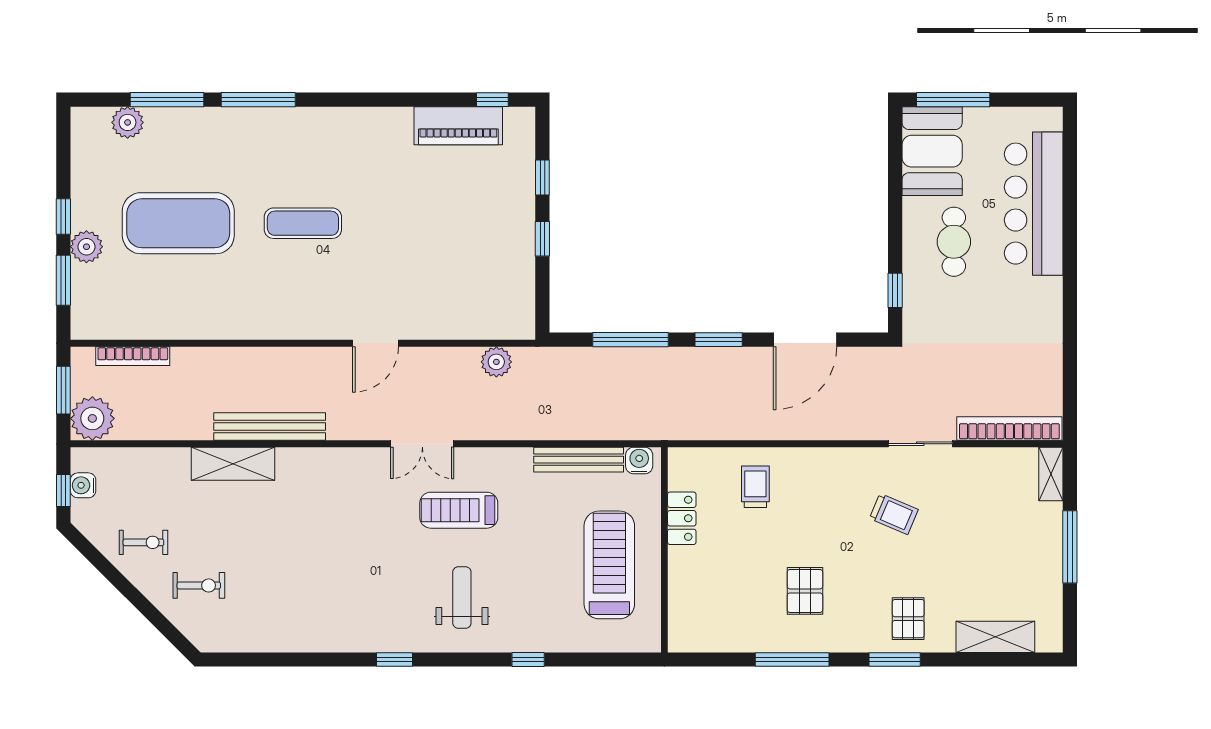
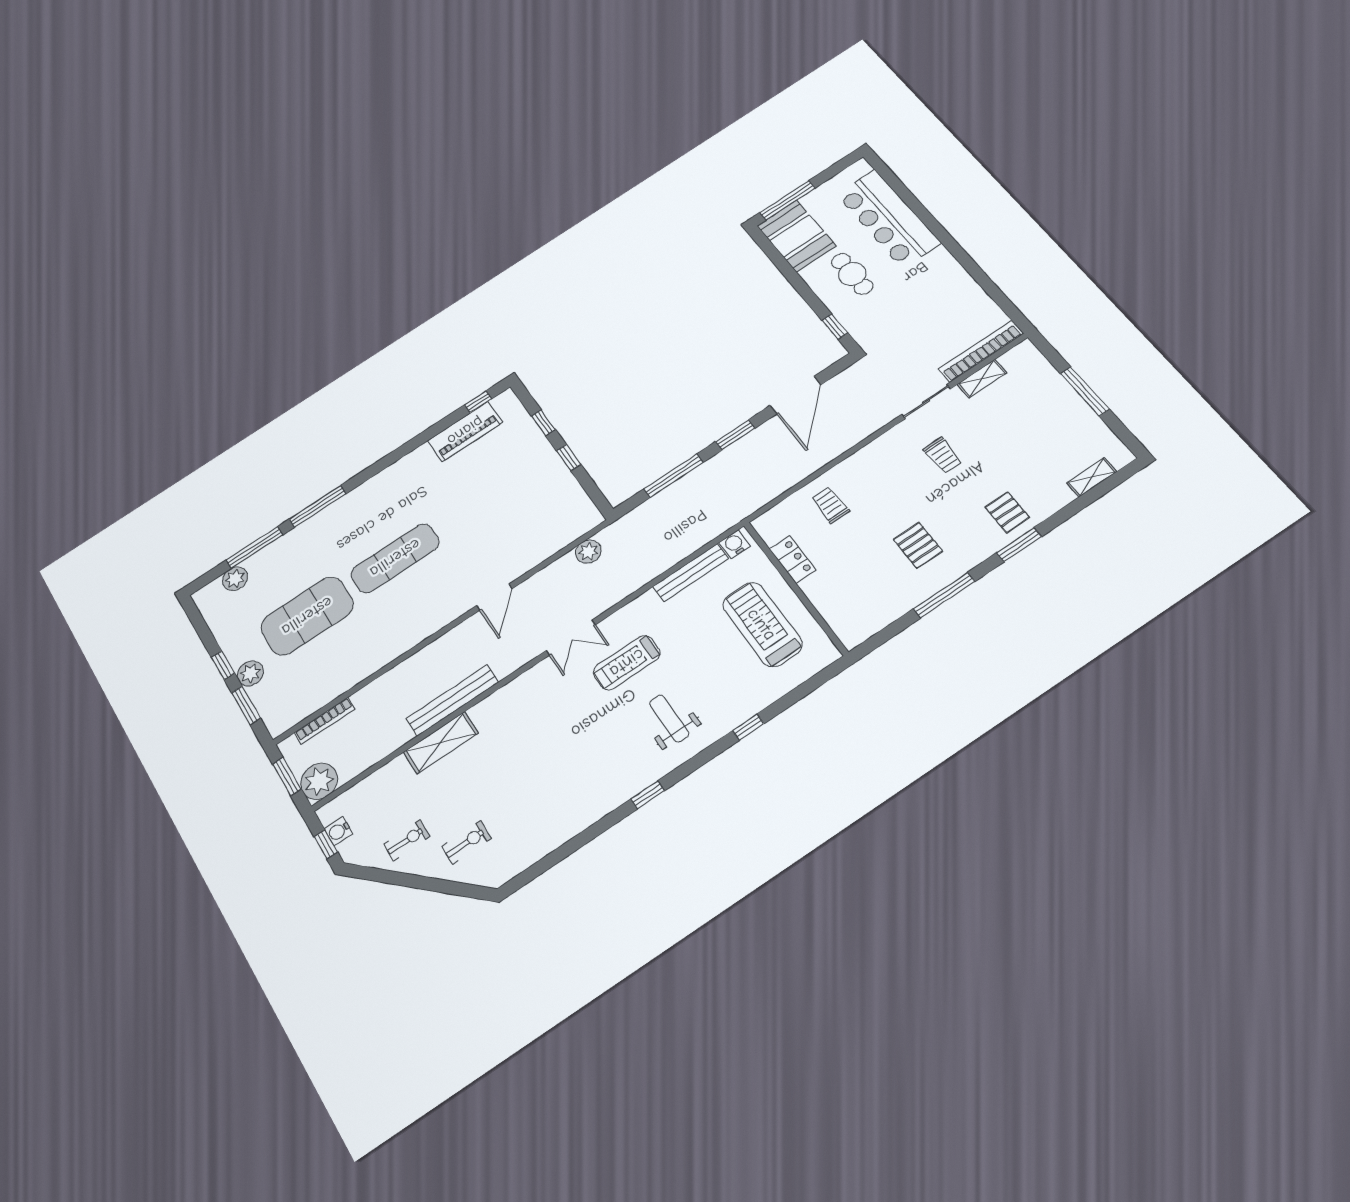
exercise mat: (303, 223) -> (395, 558), width x1.36, depth x1.45
shelving: (1051, 474) -> (982, 379), moved, turned 90
trolley: (894, 514) -> (943, 455), turned 67
shelving: (995, 637) -> (1092, 477), width x0.67, depth x0.75

